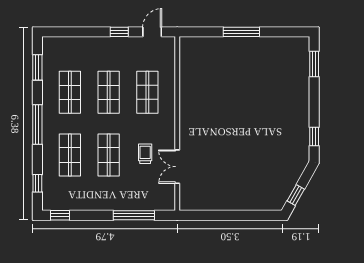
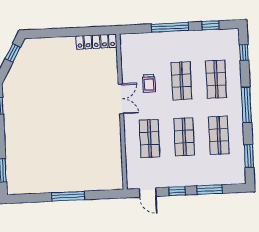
window: (83, 32) -> (210, 190), added
door: (152, 32) -> (148, 192), hinge flipped
double door: (177, 167) -> (121, 99), moved
locker: (202, 203) -> (96, 42), added
window: (60, 215) -> (211, 25), moved
window: (134, 215) -> (170, 27), moved

